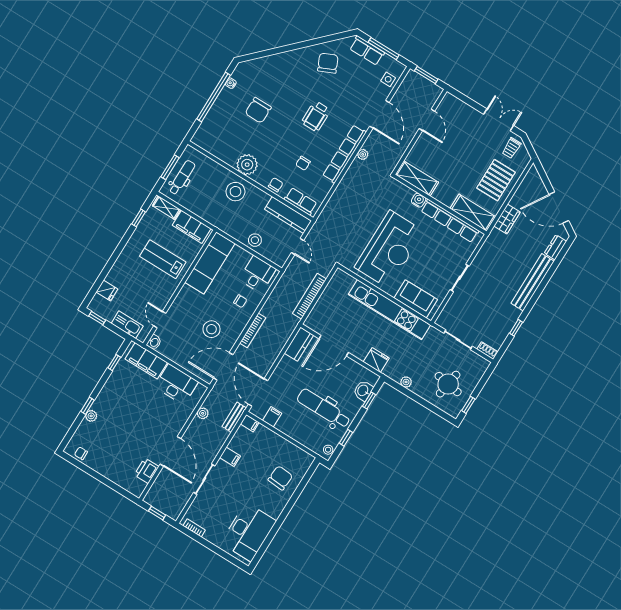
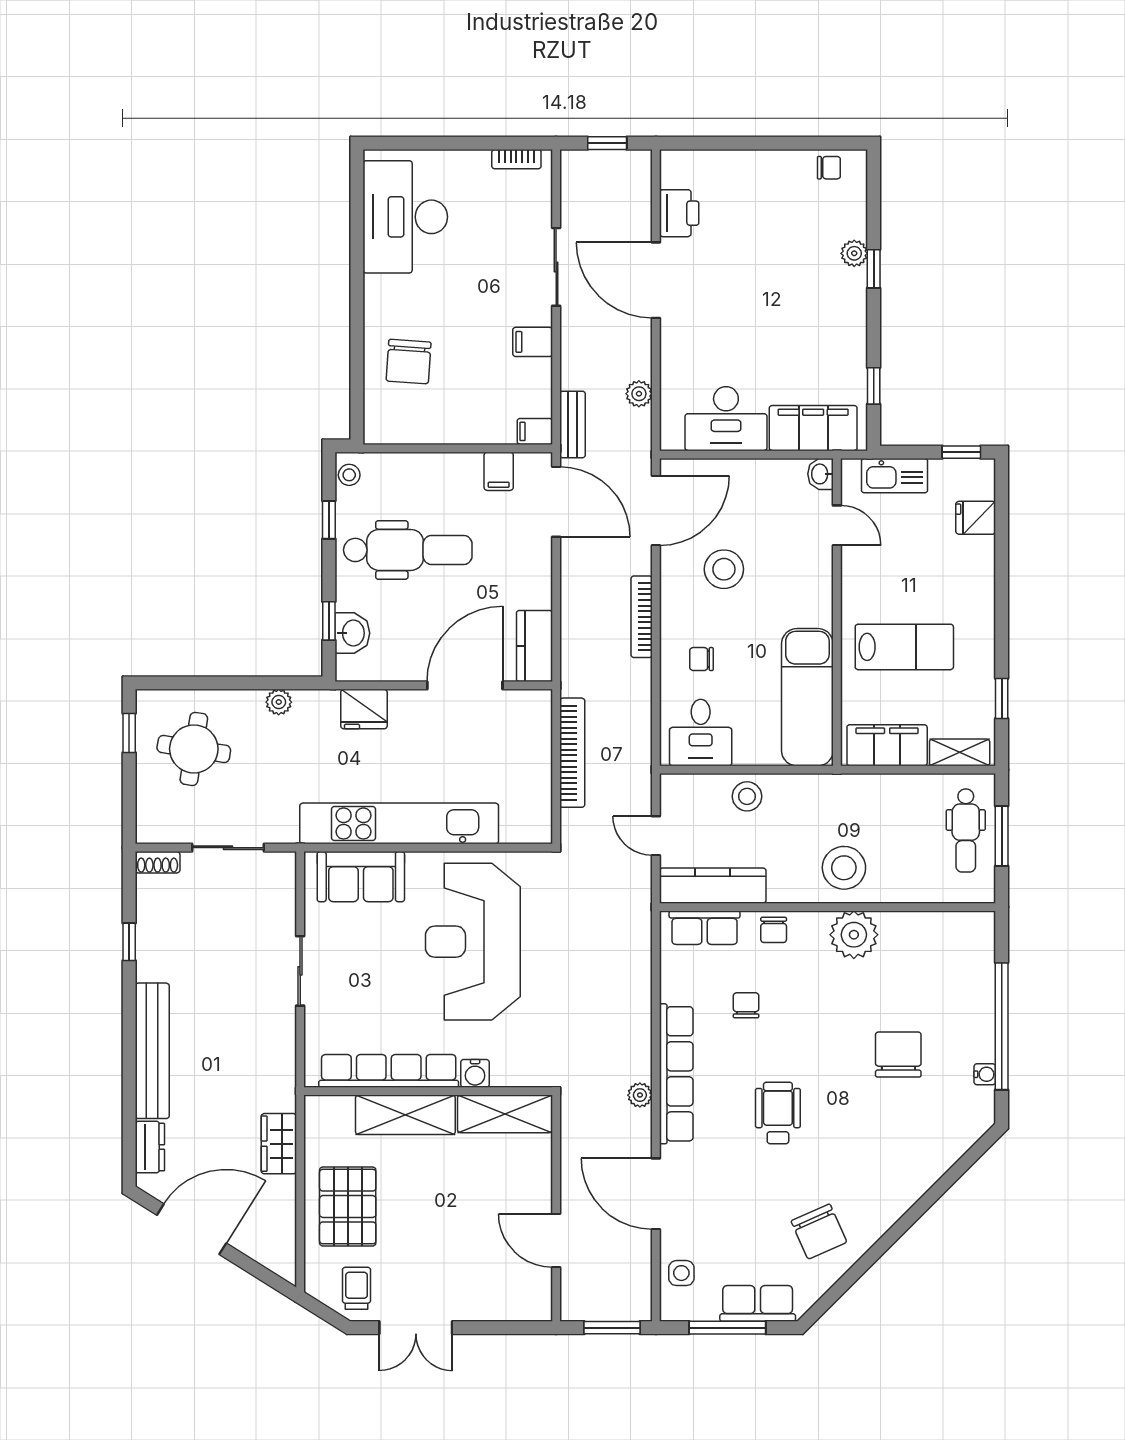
shelving: (473, 213) -> (405, 1115), moved

